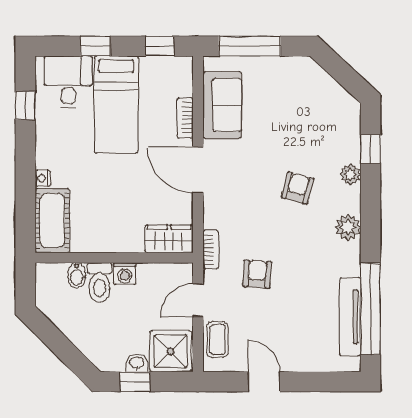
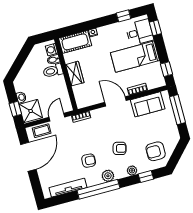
window: (95, 46) -> (155, 28), moved
armchair: (324, 115) -> (156, 151), added
door: (198, 170) -> (115, 101), hinge flipped
wardrobe: (169, 239) -> (75, 74), moved
washing machine: (125, 274) -> (52, 50), moved
armchair: (257, 274) -> (89, 161), moved
door: (198, 300) -> (57, 117), hinge flipped
window: (371, 309) -> (98, 189), moved
window: (135, 382) -> (15, 109), moved
door: (264, 382) -> (28, 157), width x1.88

